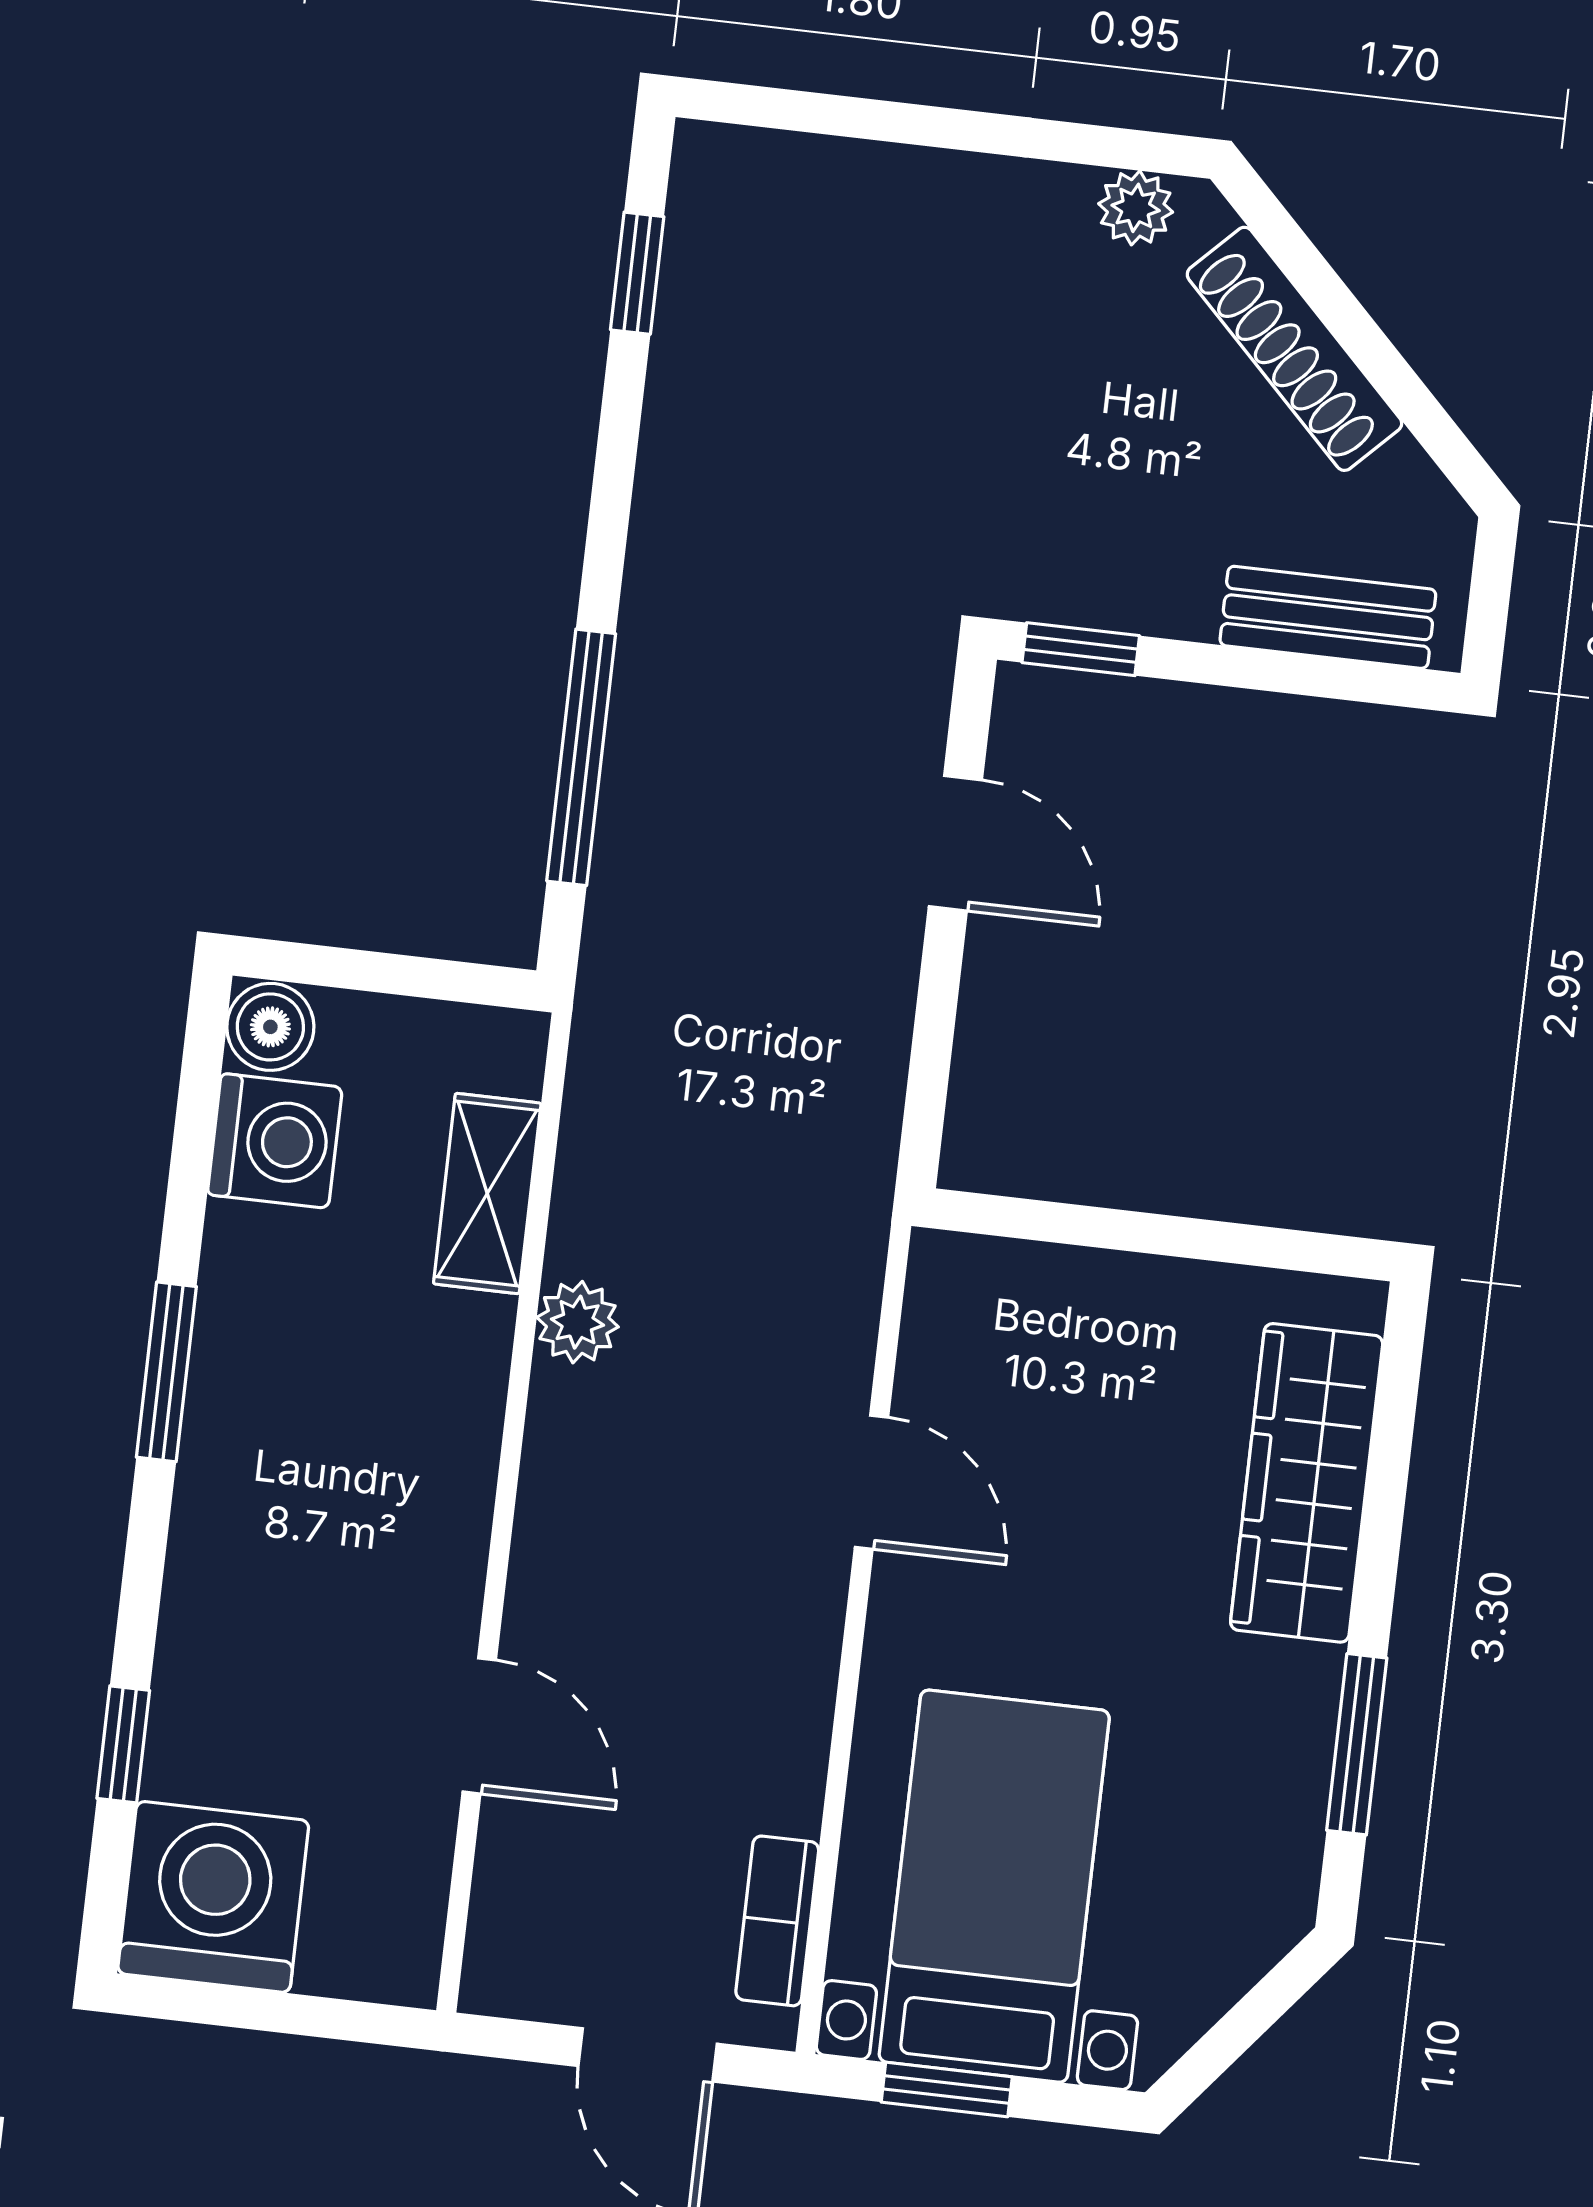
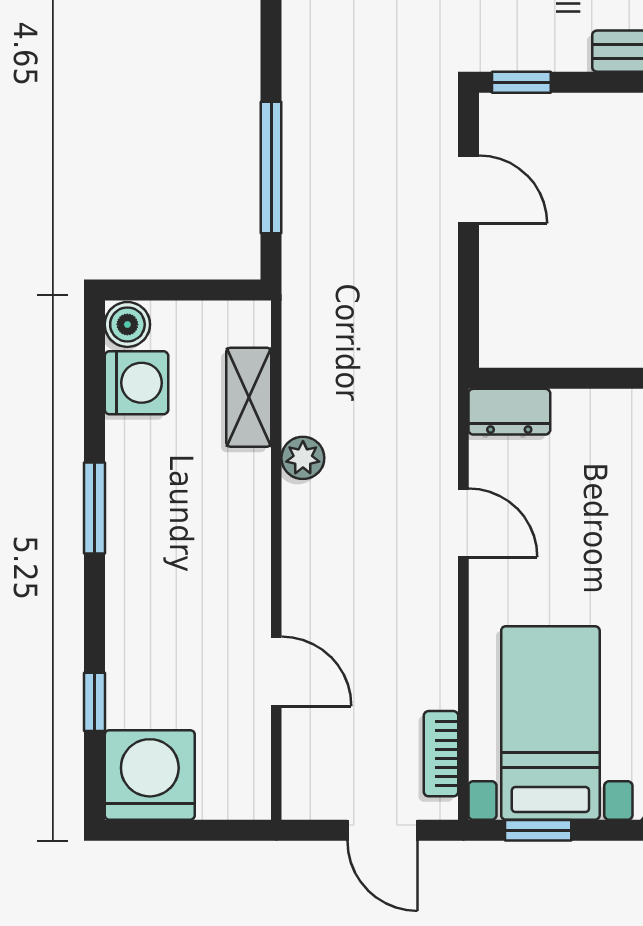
dresser: (984, 1279) -> (509, 412), added

